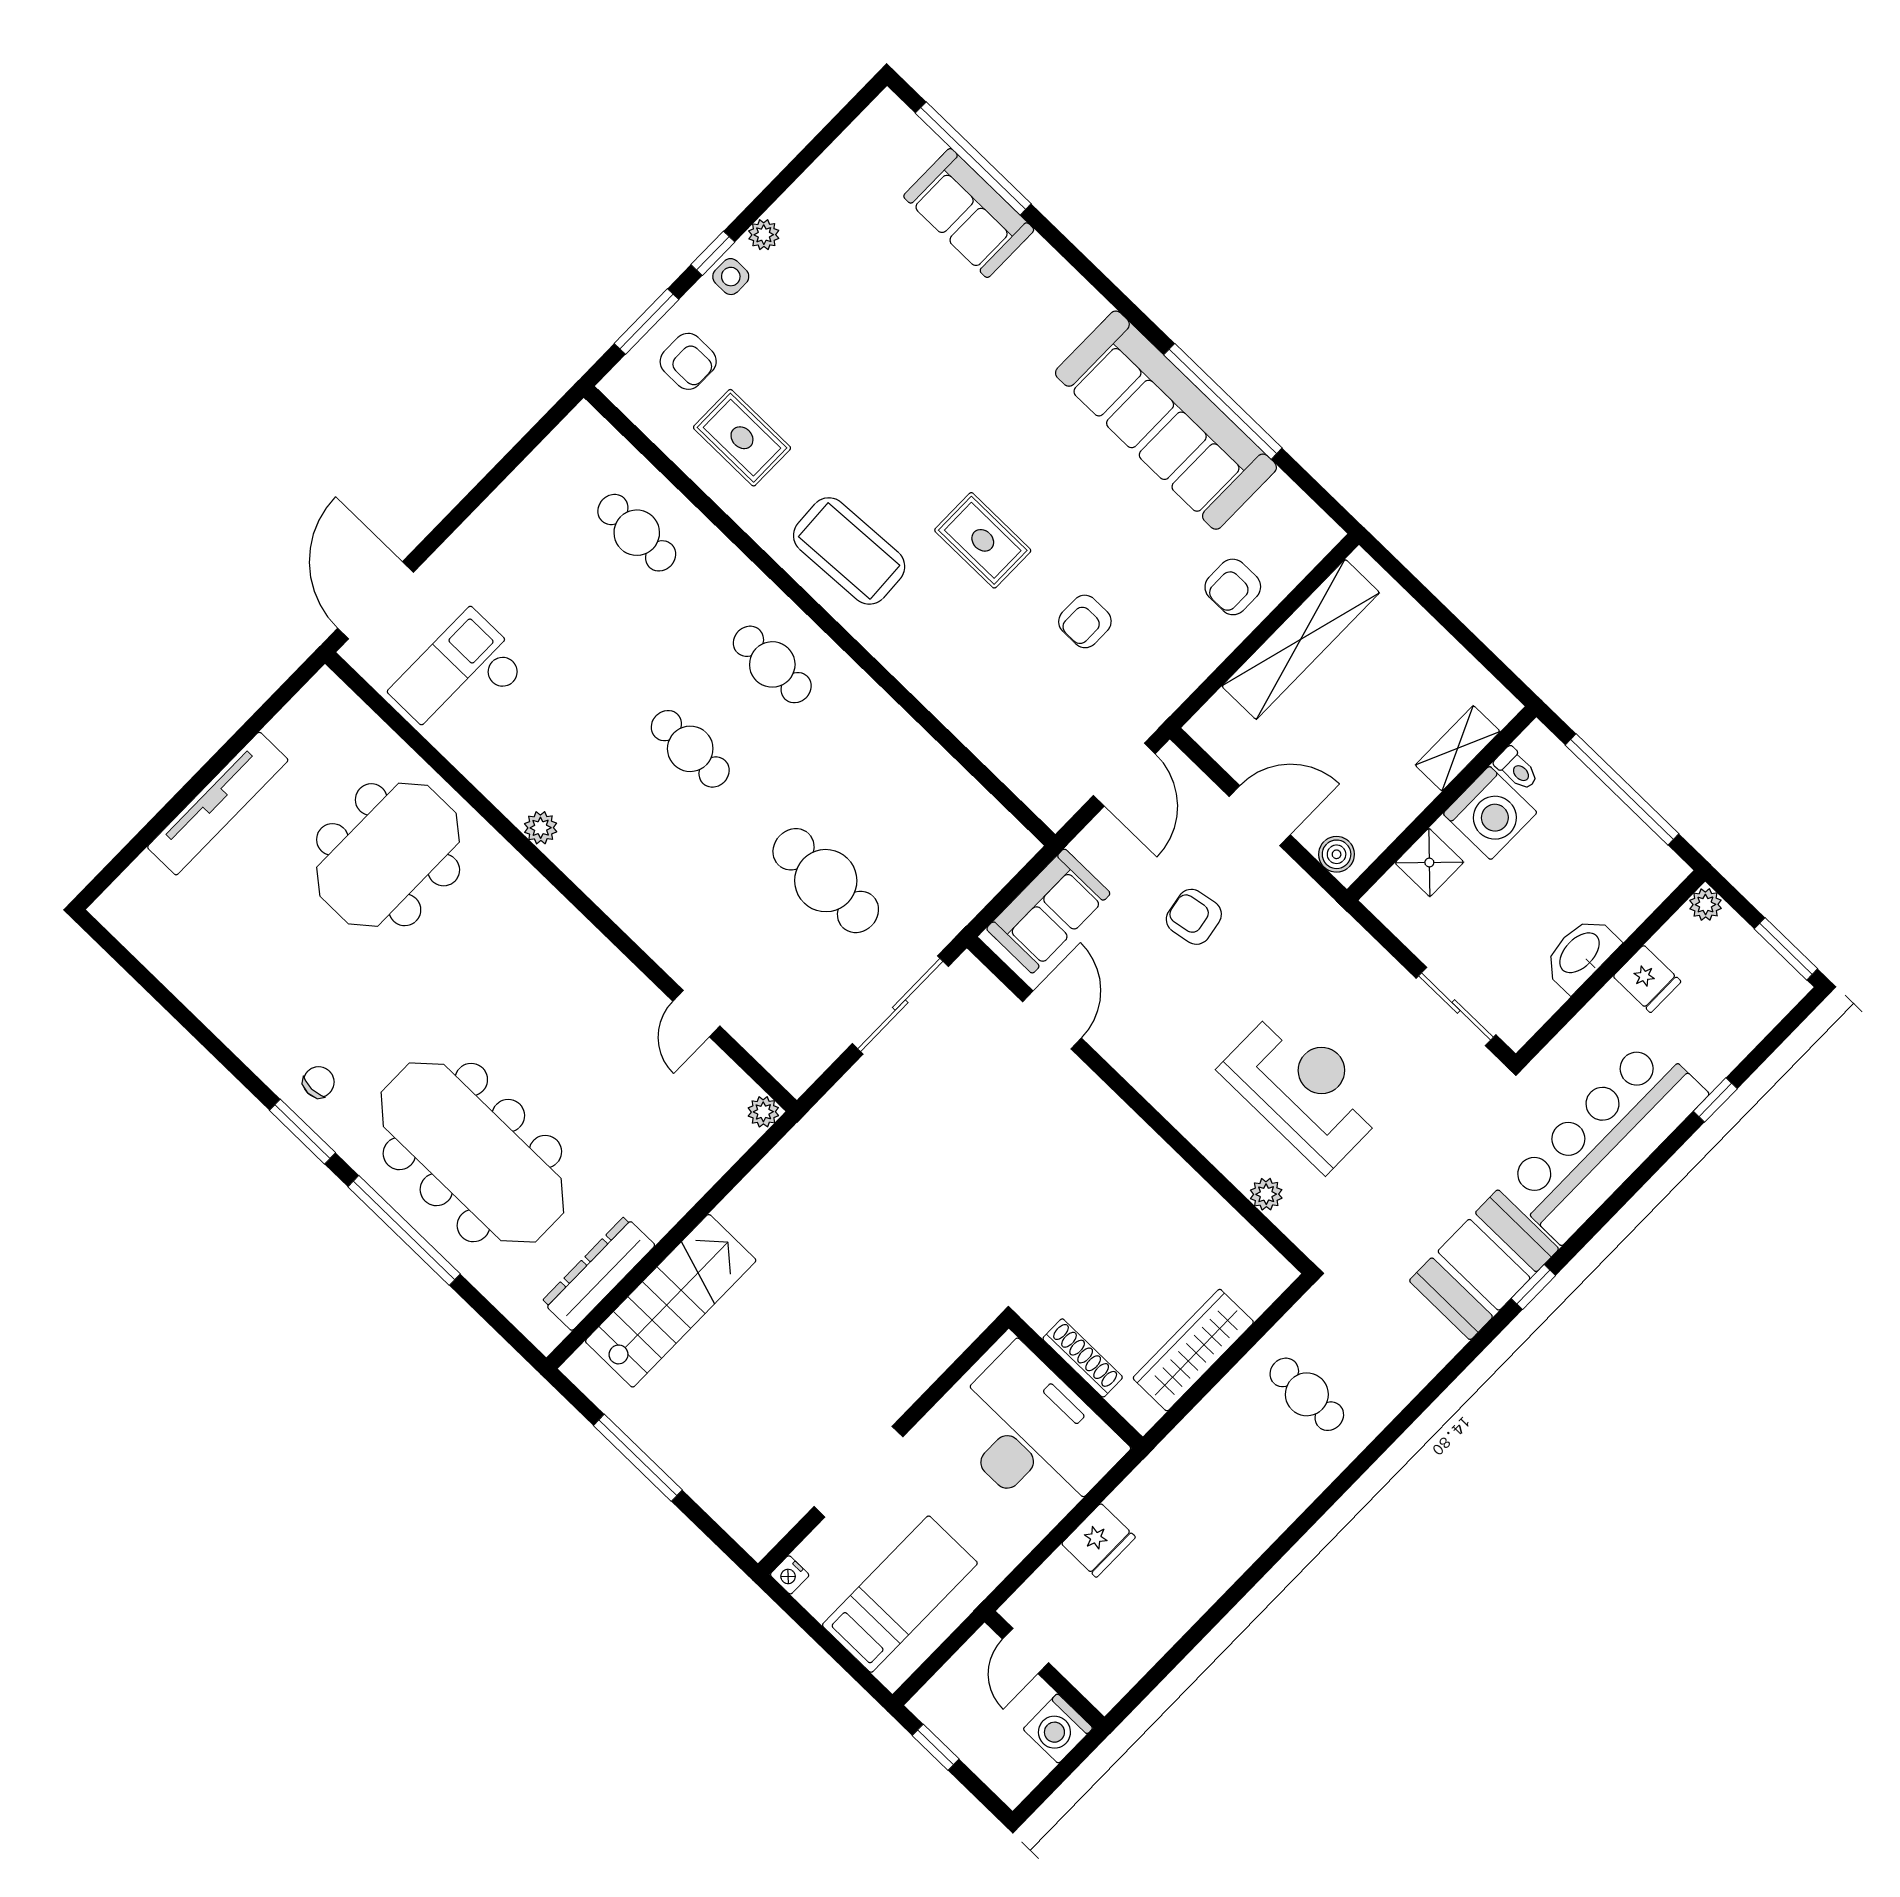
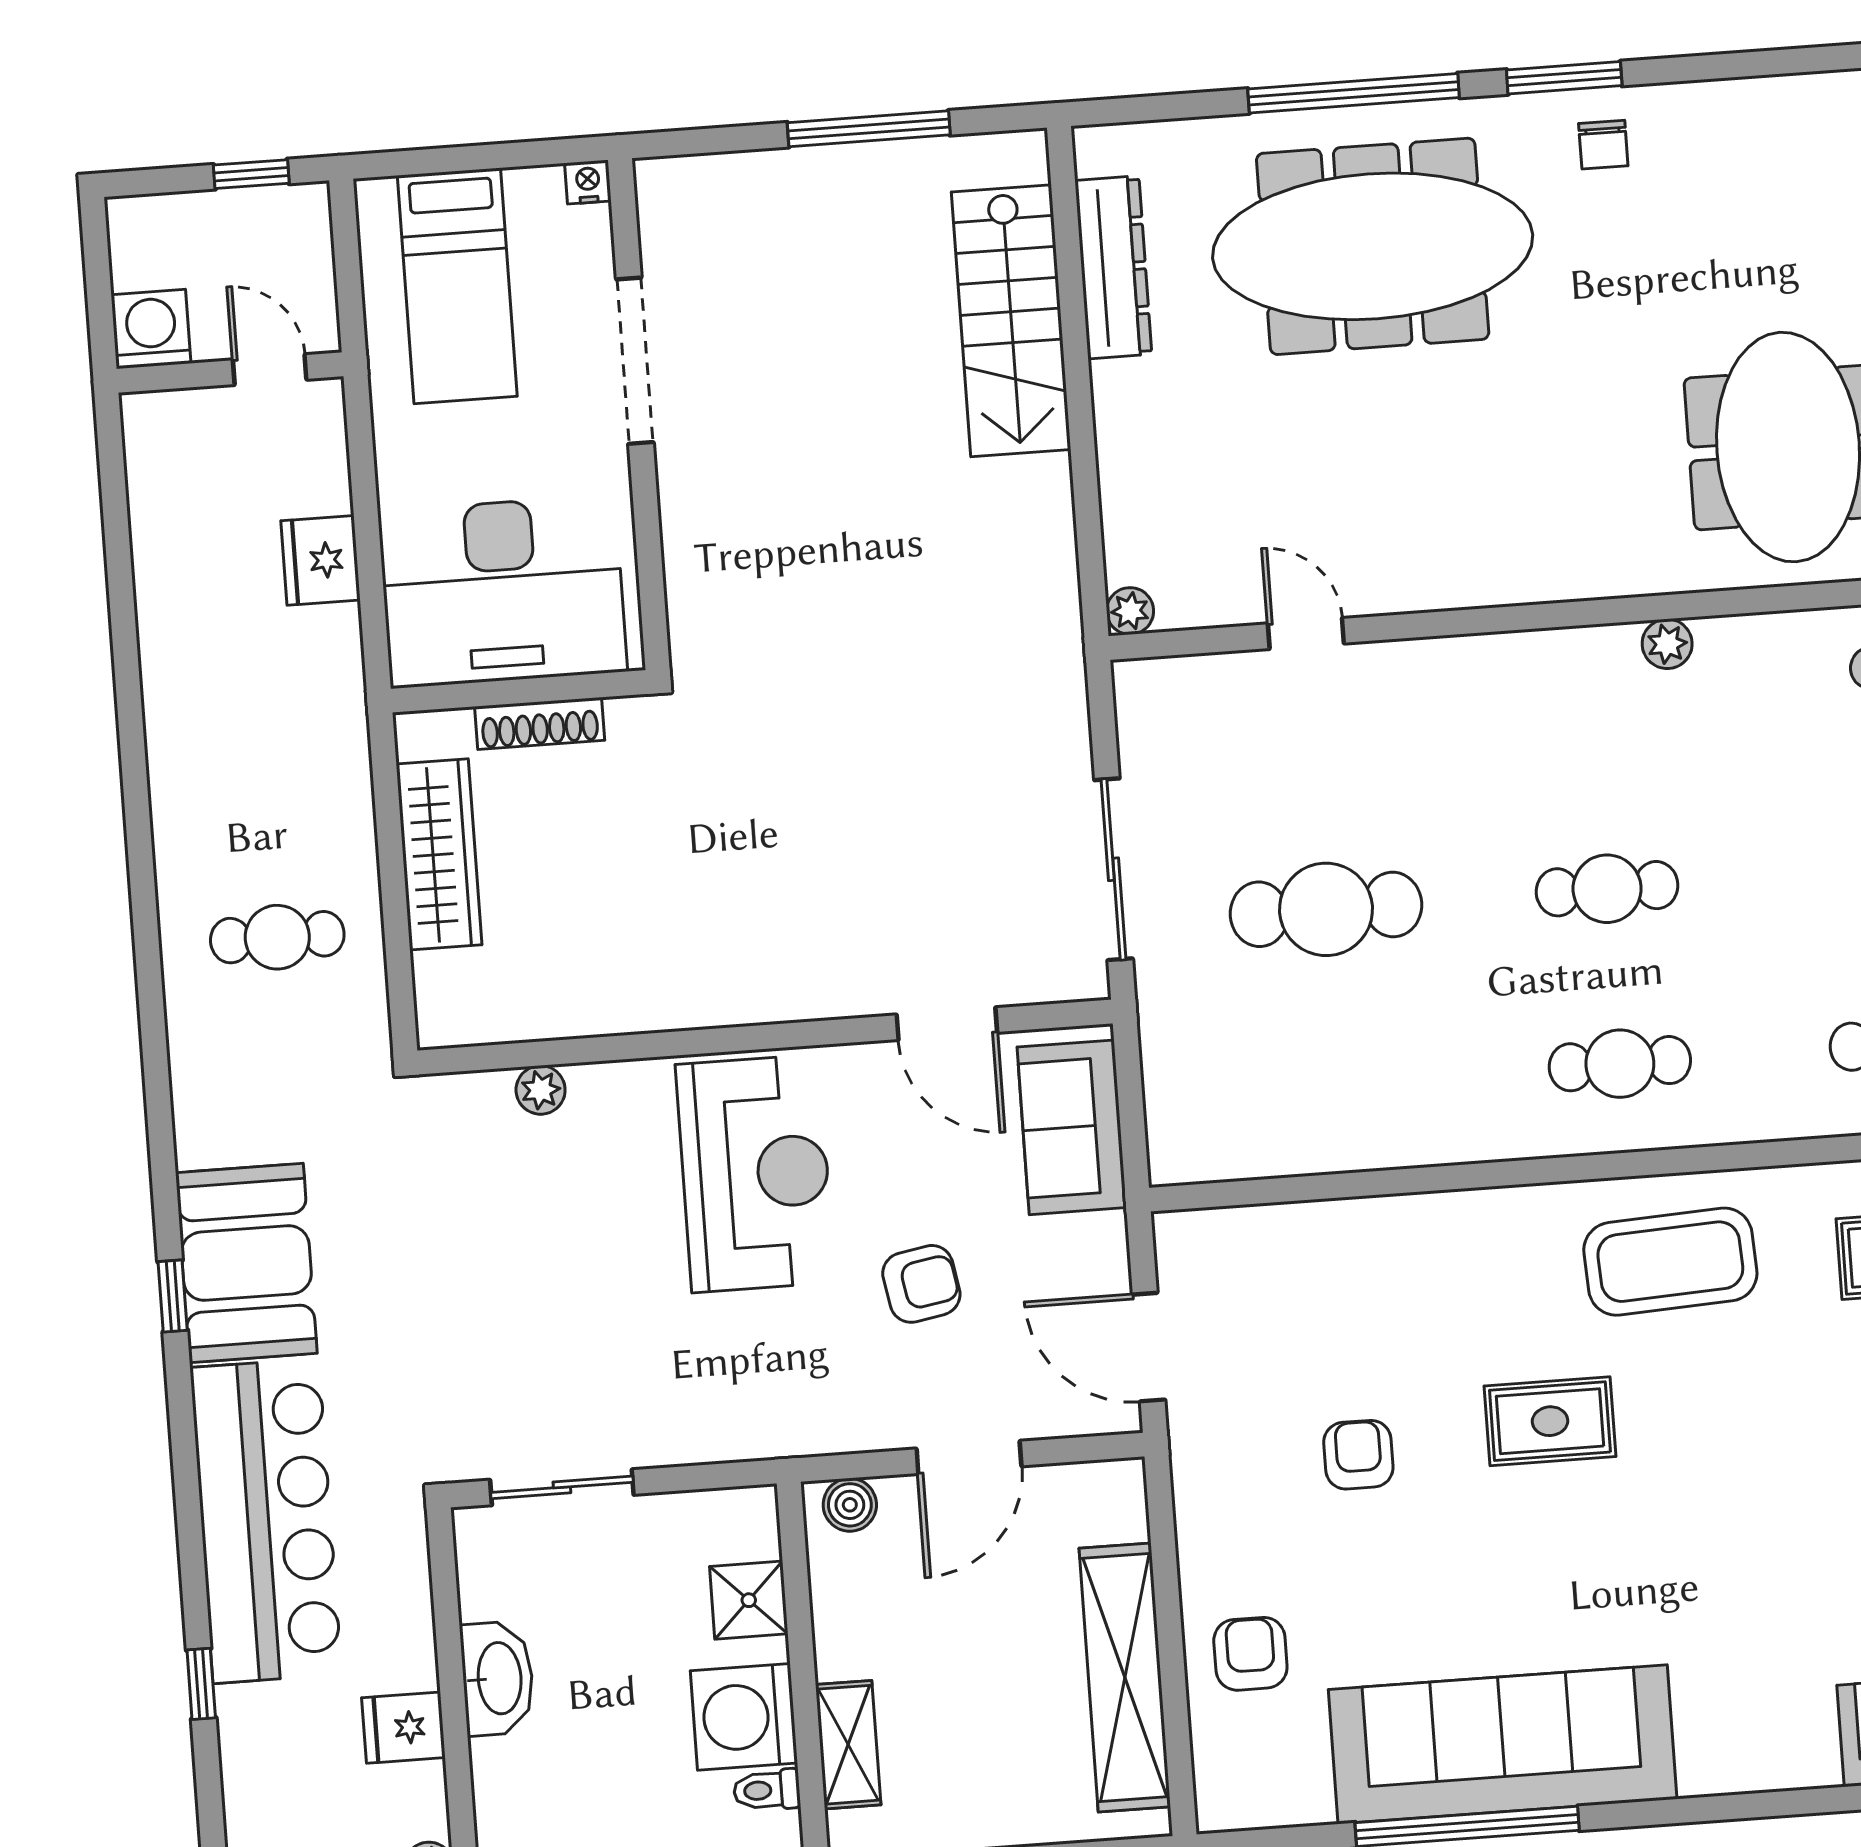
reception desk: (1304, 1088) -> (755, 1173), moved, turned -90

